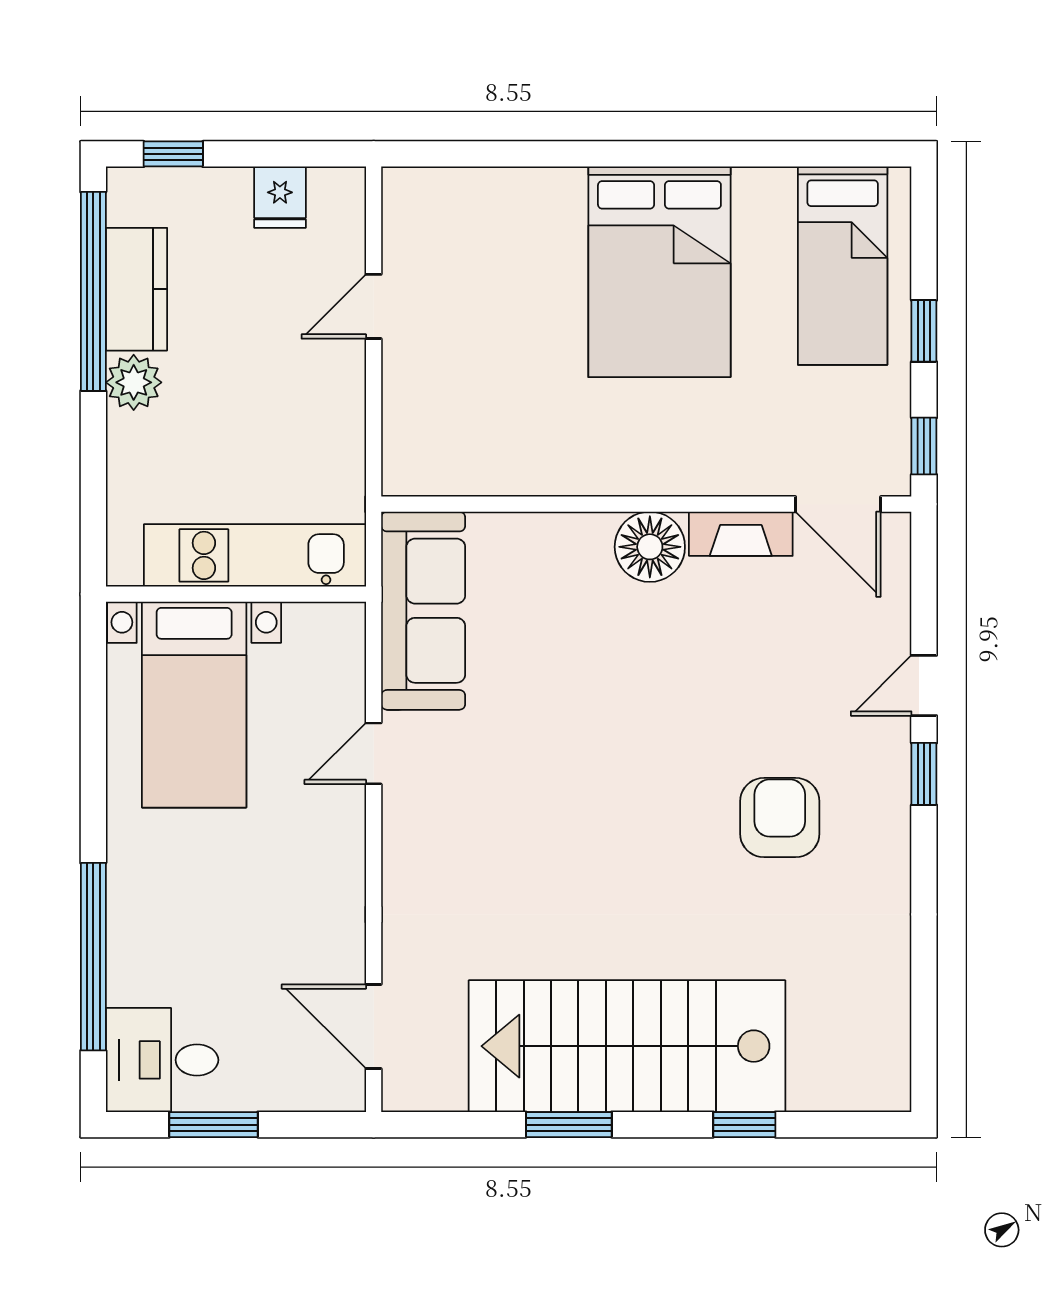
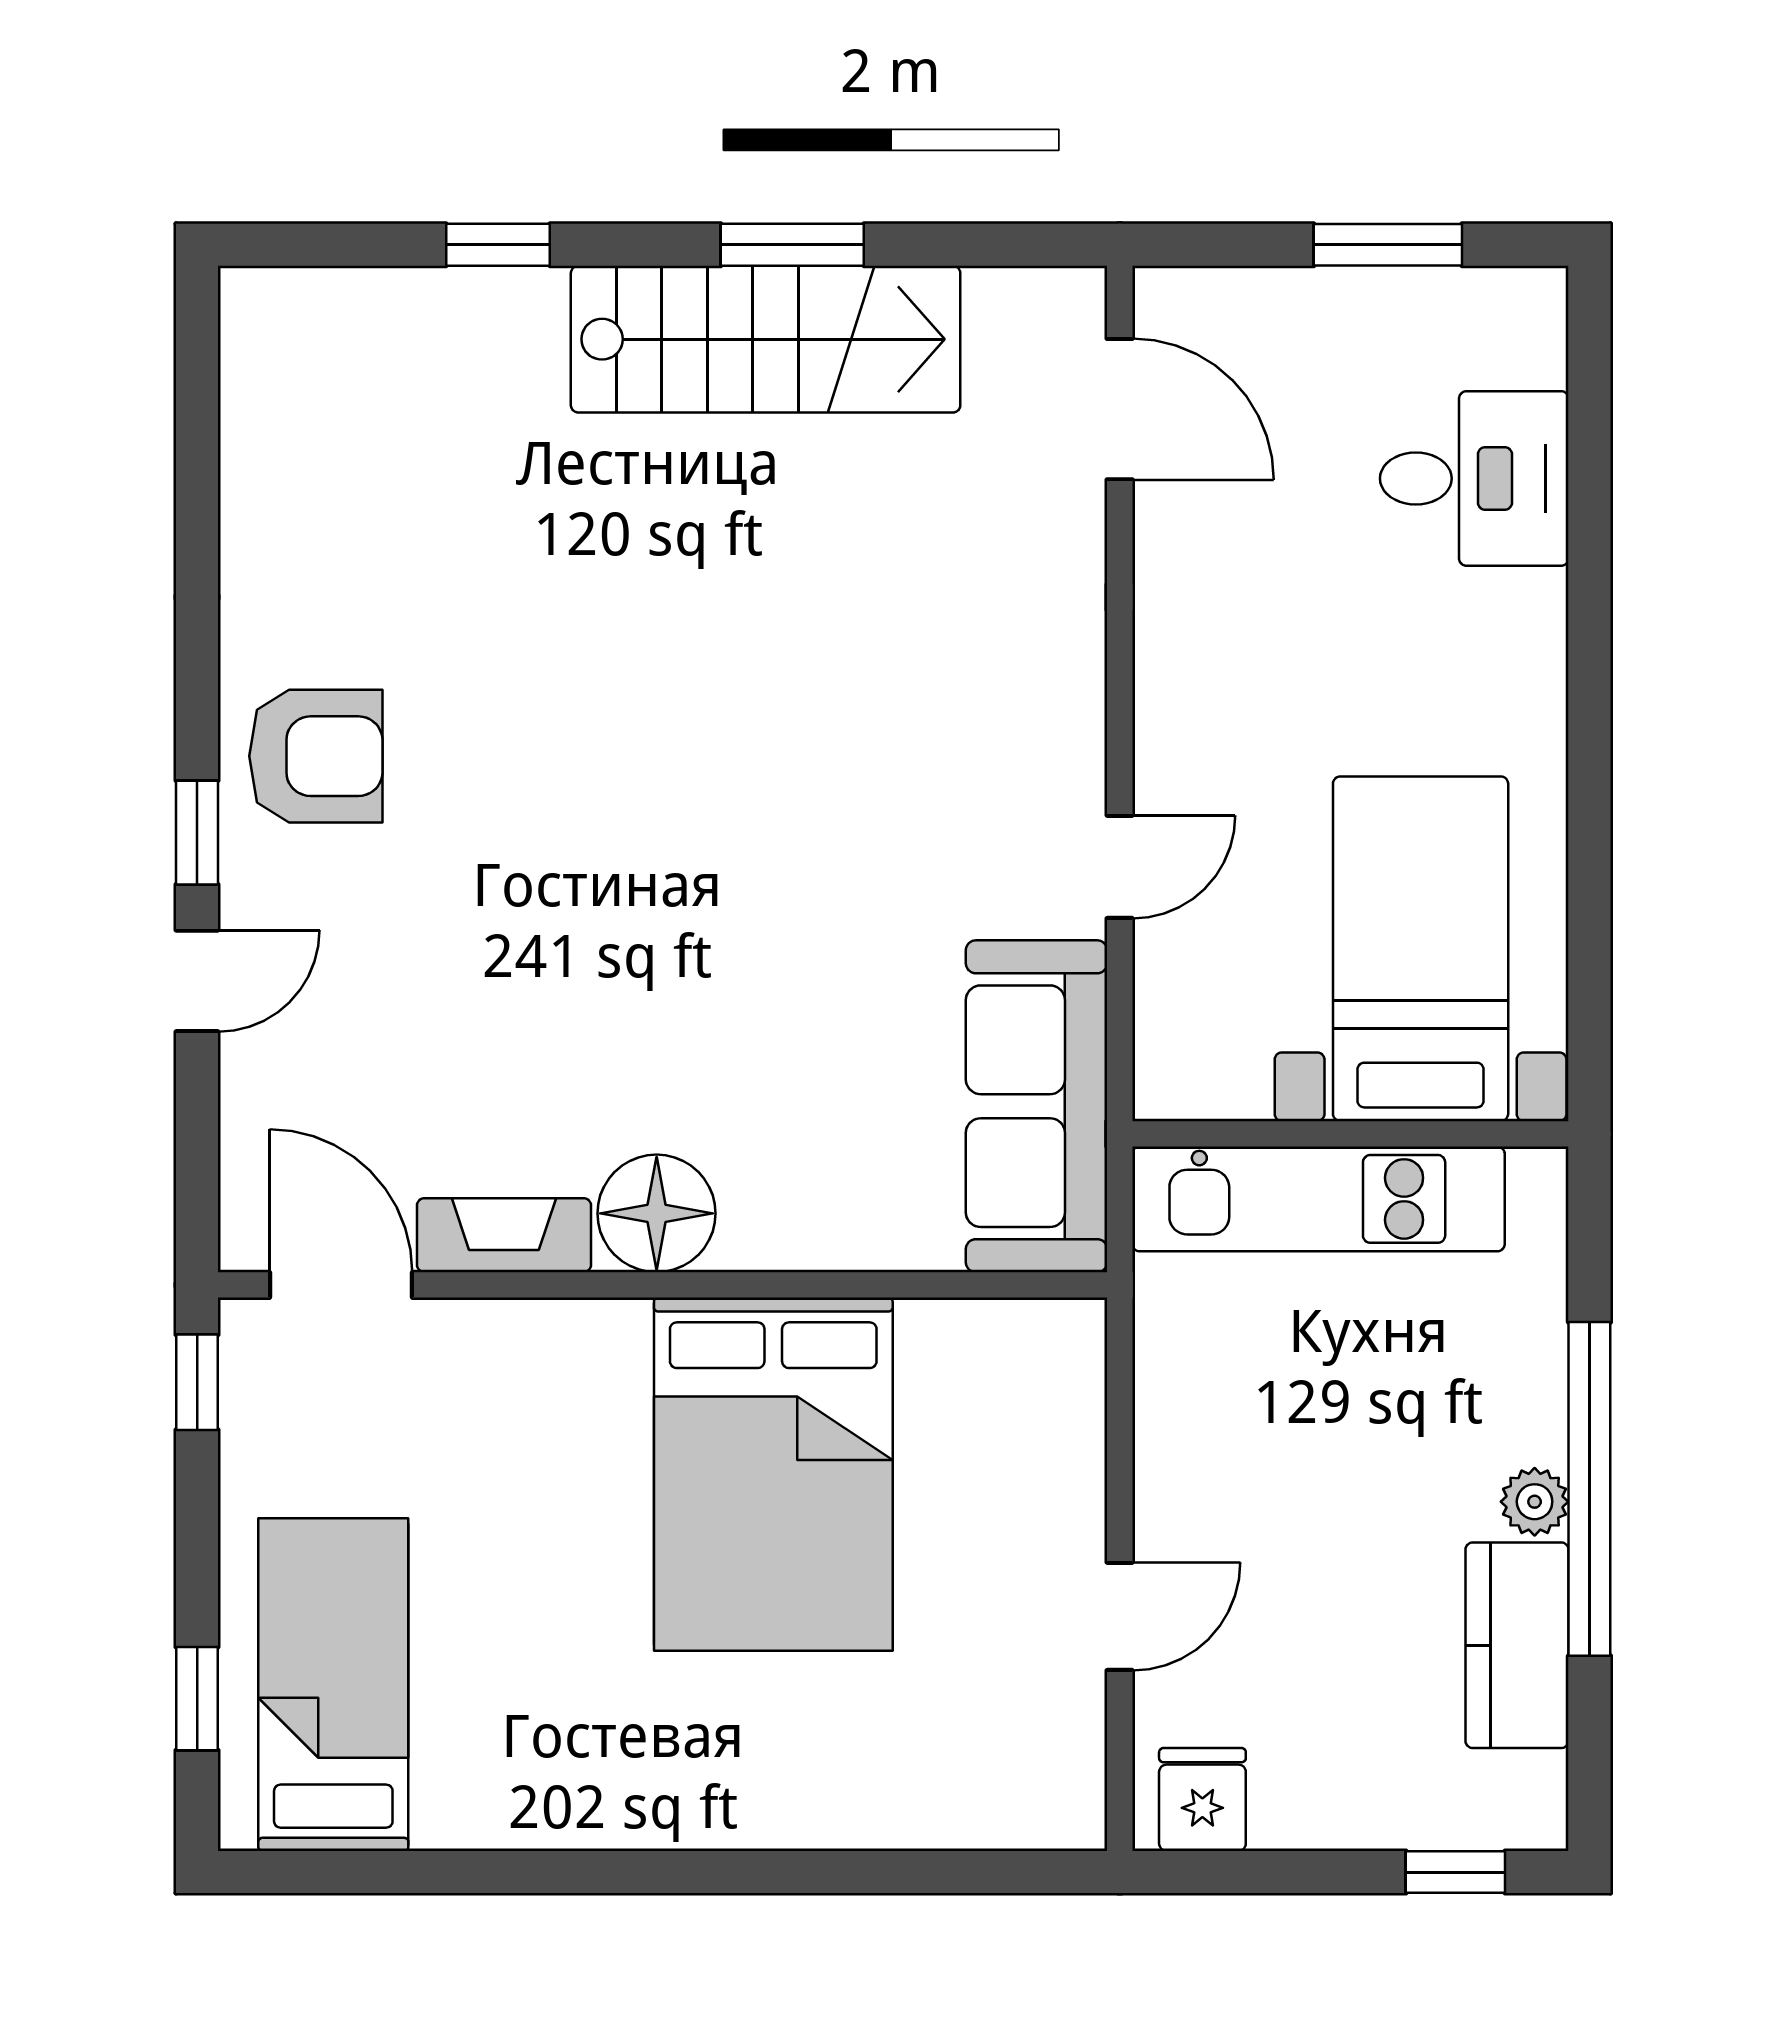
fridge: (280, 197) -> (1202, 1800), moved
bed: (659, 272) -> (773, 1474), moved, turned 180
window: (93, 291) -> (1589, 1489), moved
window: (924, 331) -> (197, 1699), moved
plant: (134, 382) -> (1535, 1502), width x0.73, depth x0.73
armchair: (780, 818) -> (316, 756), moved, turned -90
window: (93, 957) -> (1589, 526), removed
stairs: (627, 1046) -> (766, 339), width x0.73, depth x0.66
desk: (162, 1060) -> (1474, 478), moved

